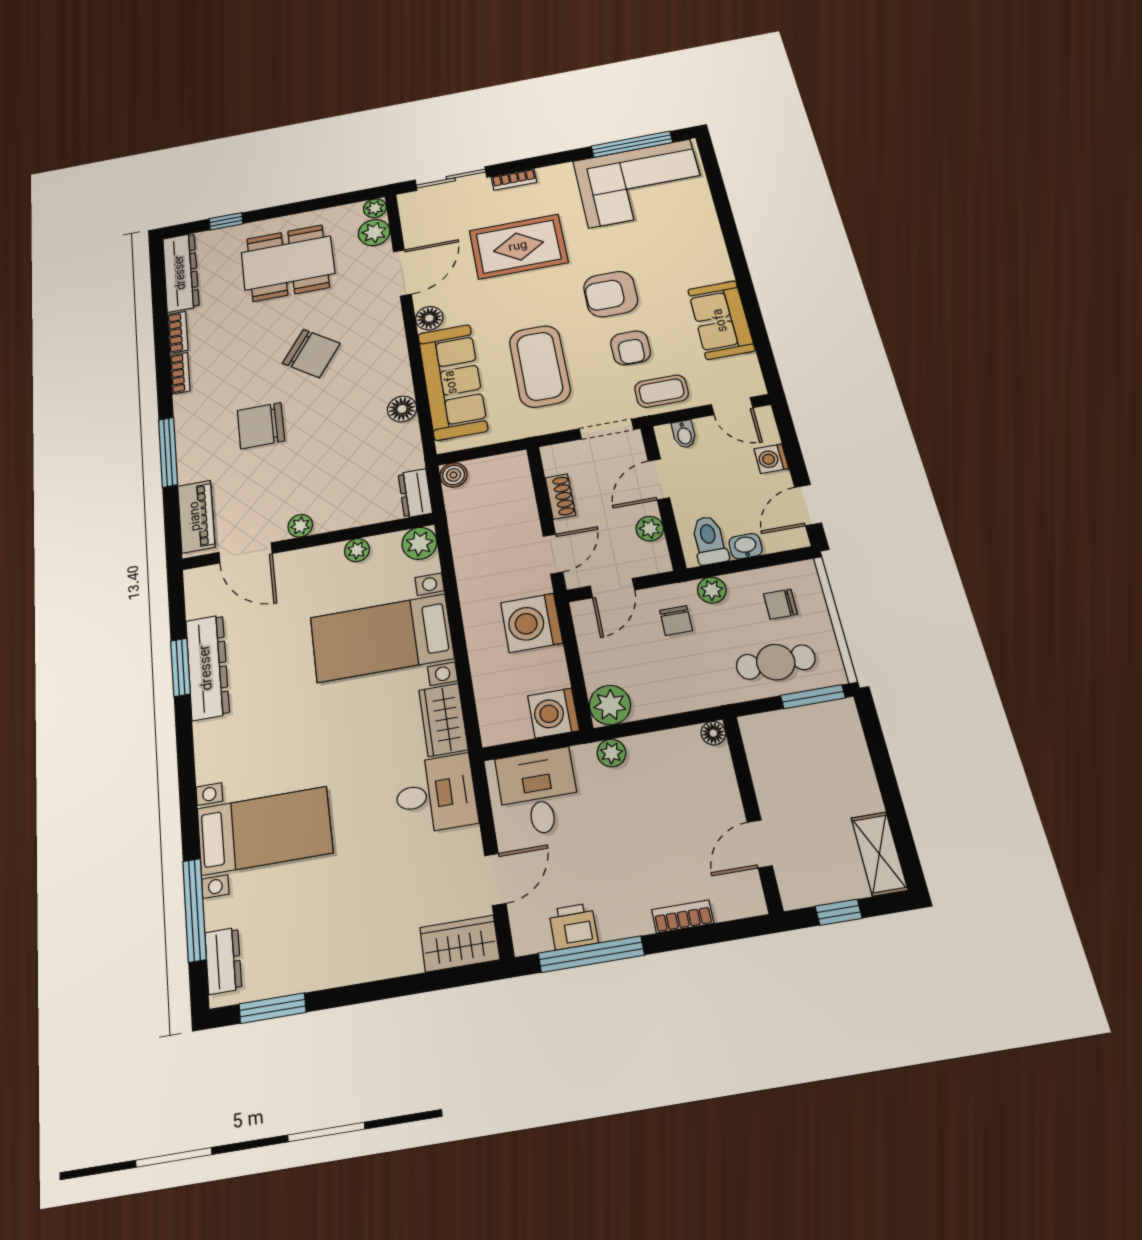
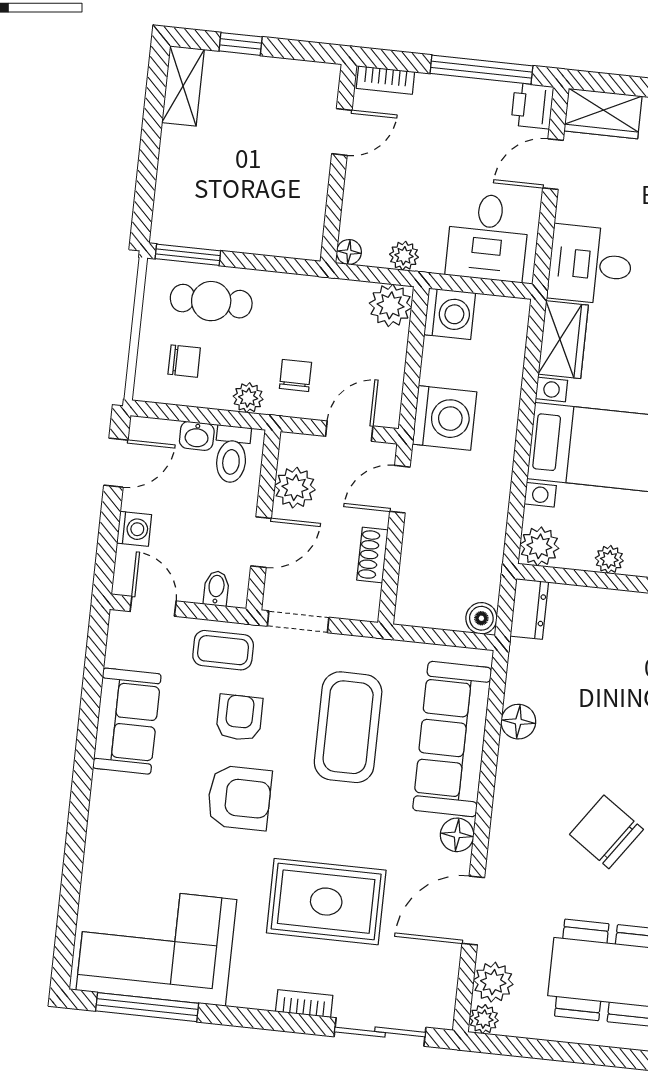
plant: (650, 529) -> (295, 488), width x1.38, depth x1.38
floor lamp: (713, 733) -> (349, 252), moved
wall: (752, 812) -> (338, 164), moved
door: (760, 844) -> (342, 132), moved
printer: (573, 926) -> (532, 106), moved, turned 90

